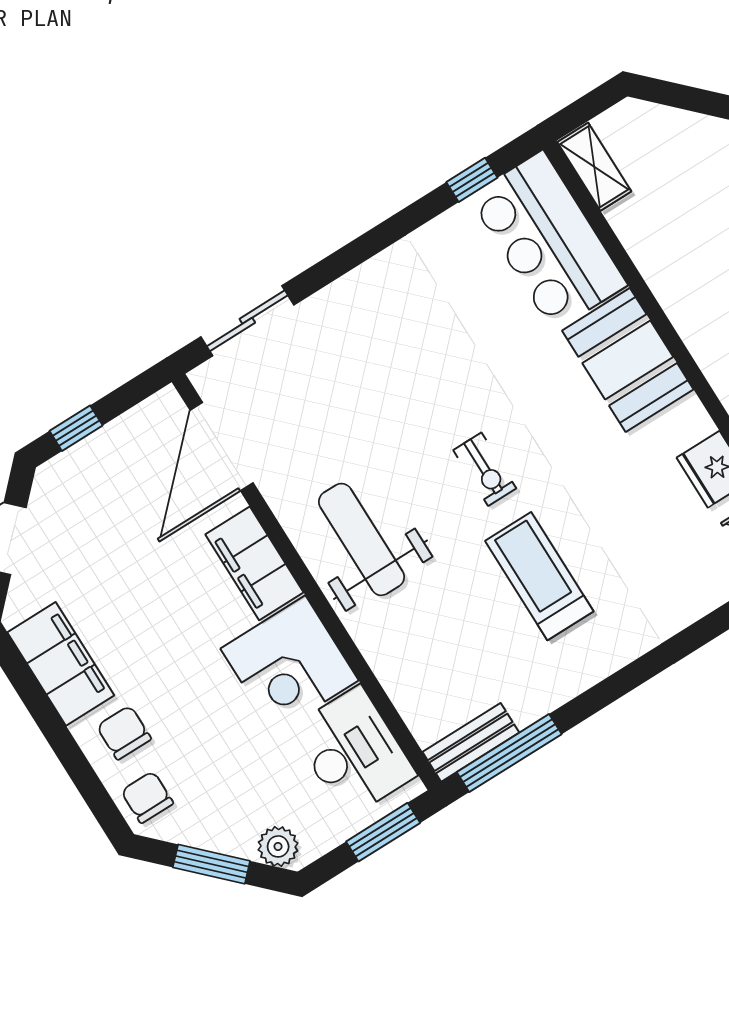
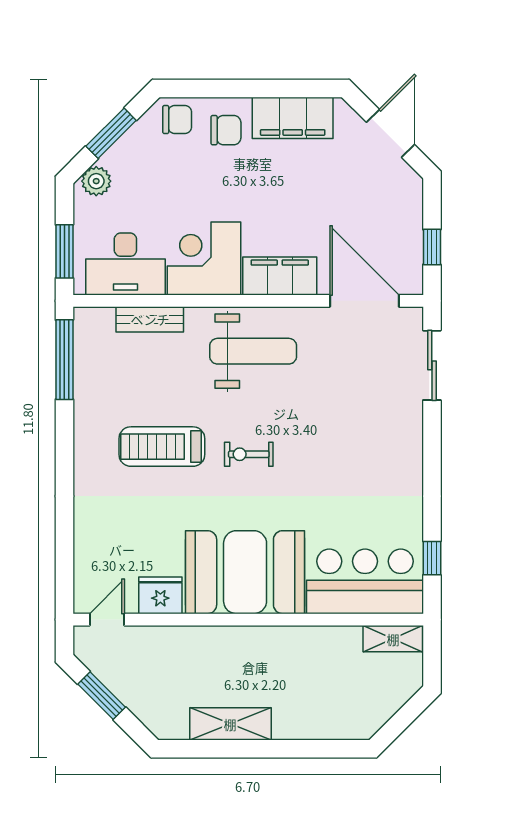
booth: (628, 360) -> (245, 572), width x1.36, depth x1.42
window: (76, 428) -> (432, 247), moved
treadmill: (539, 576) -> (162, 447), turned 180
bench: (471, 742) -> (150, 319), moved, turned 90

